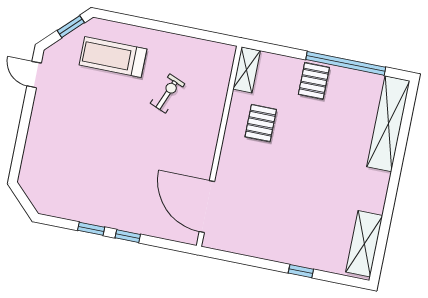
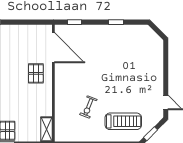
pallet: (261, 123) -> (36, 73), moved
window: (128, 236) -> (74, 22), moved

